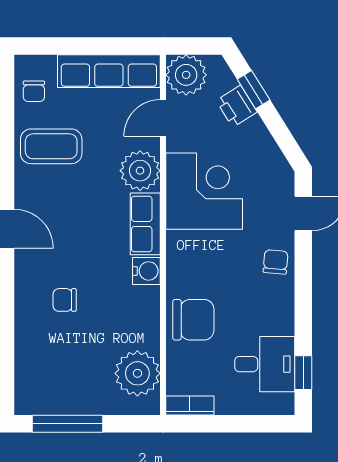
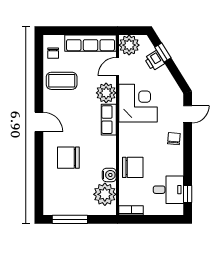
water cooler: (146, 271) -> (109, 175), moved
chair: (65, 300) -> (68, 158), width x1.87, depth x1.87

